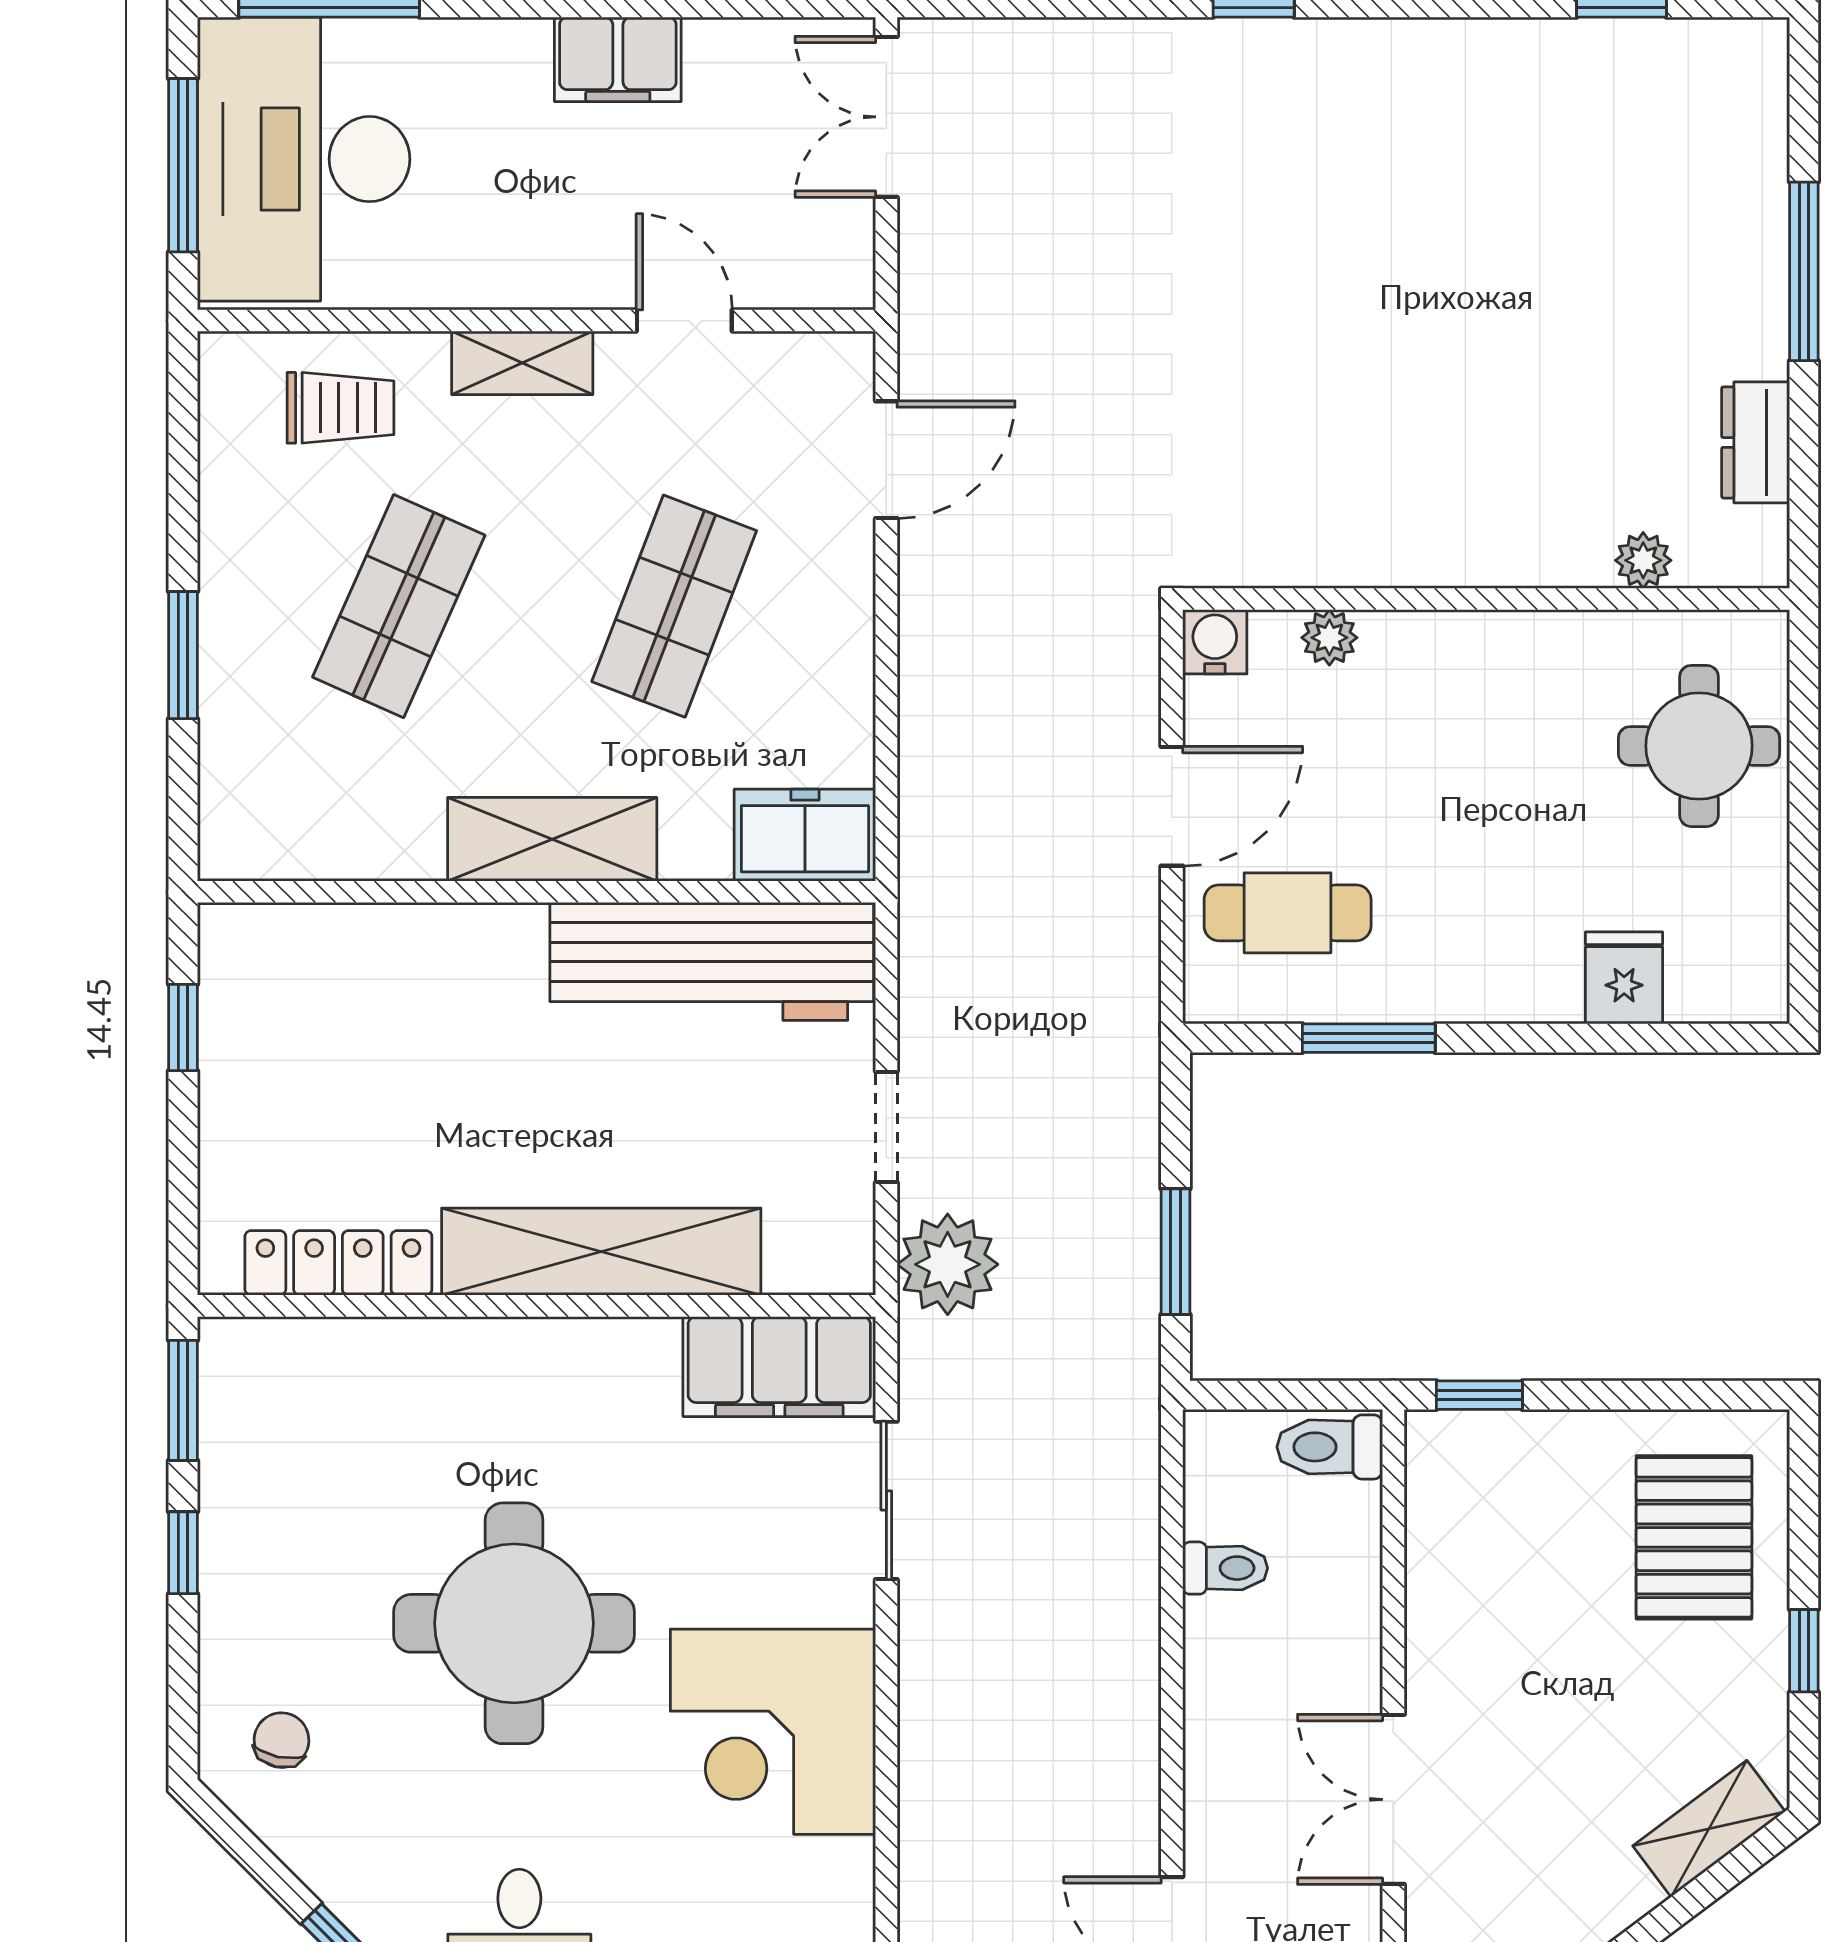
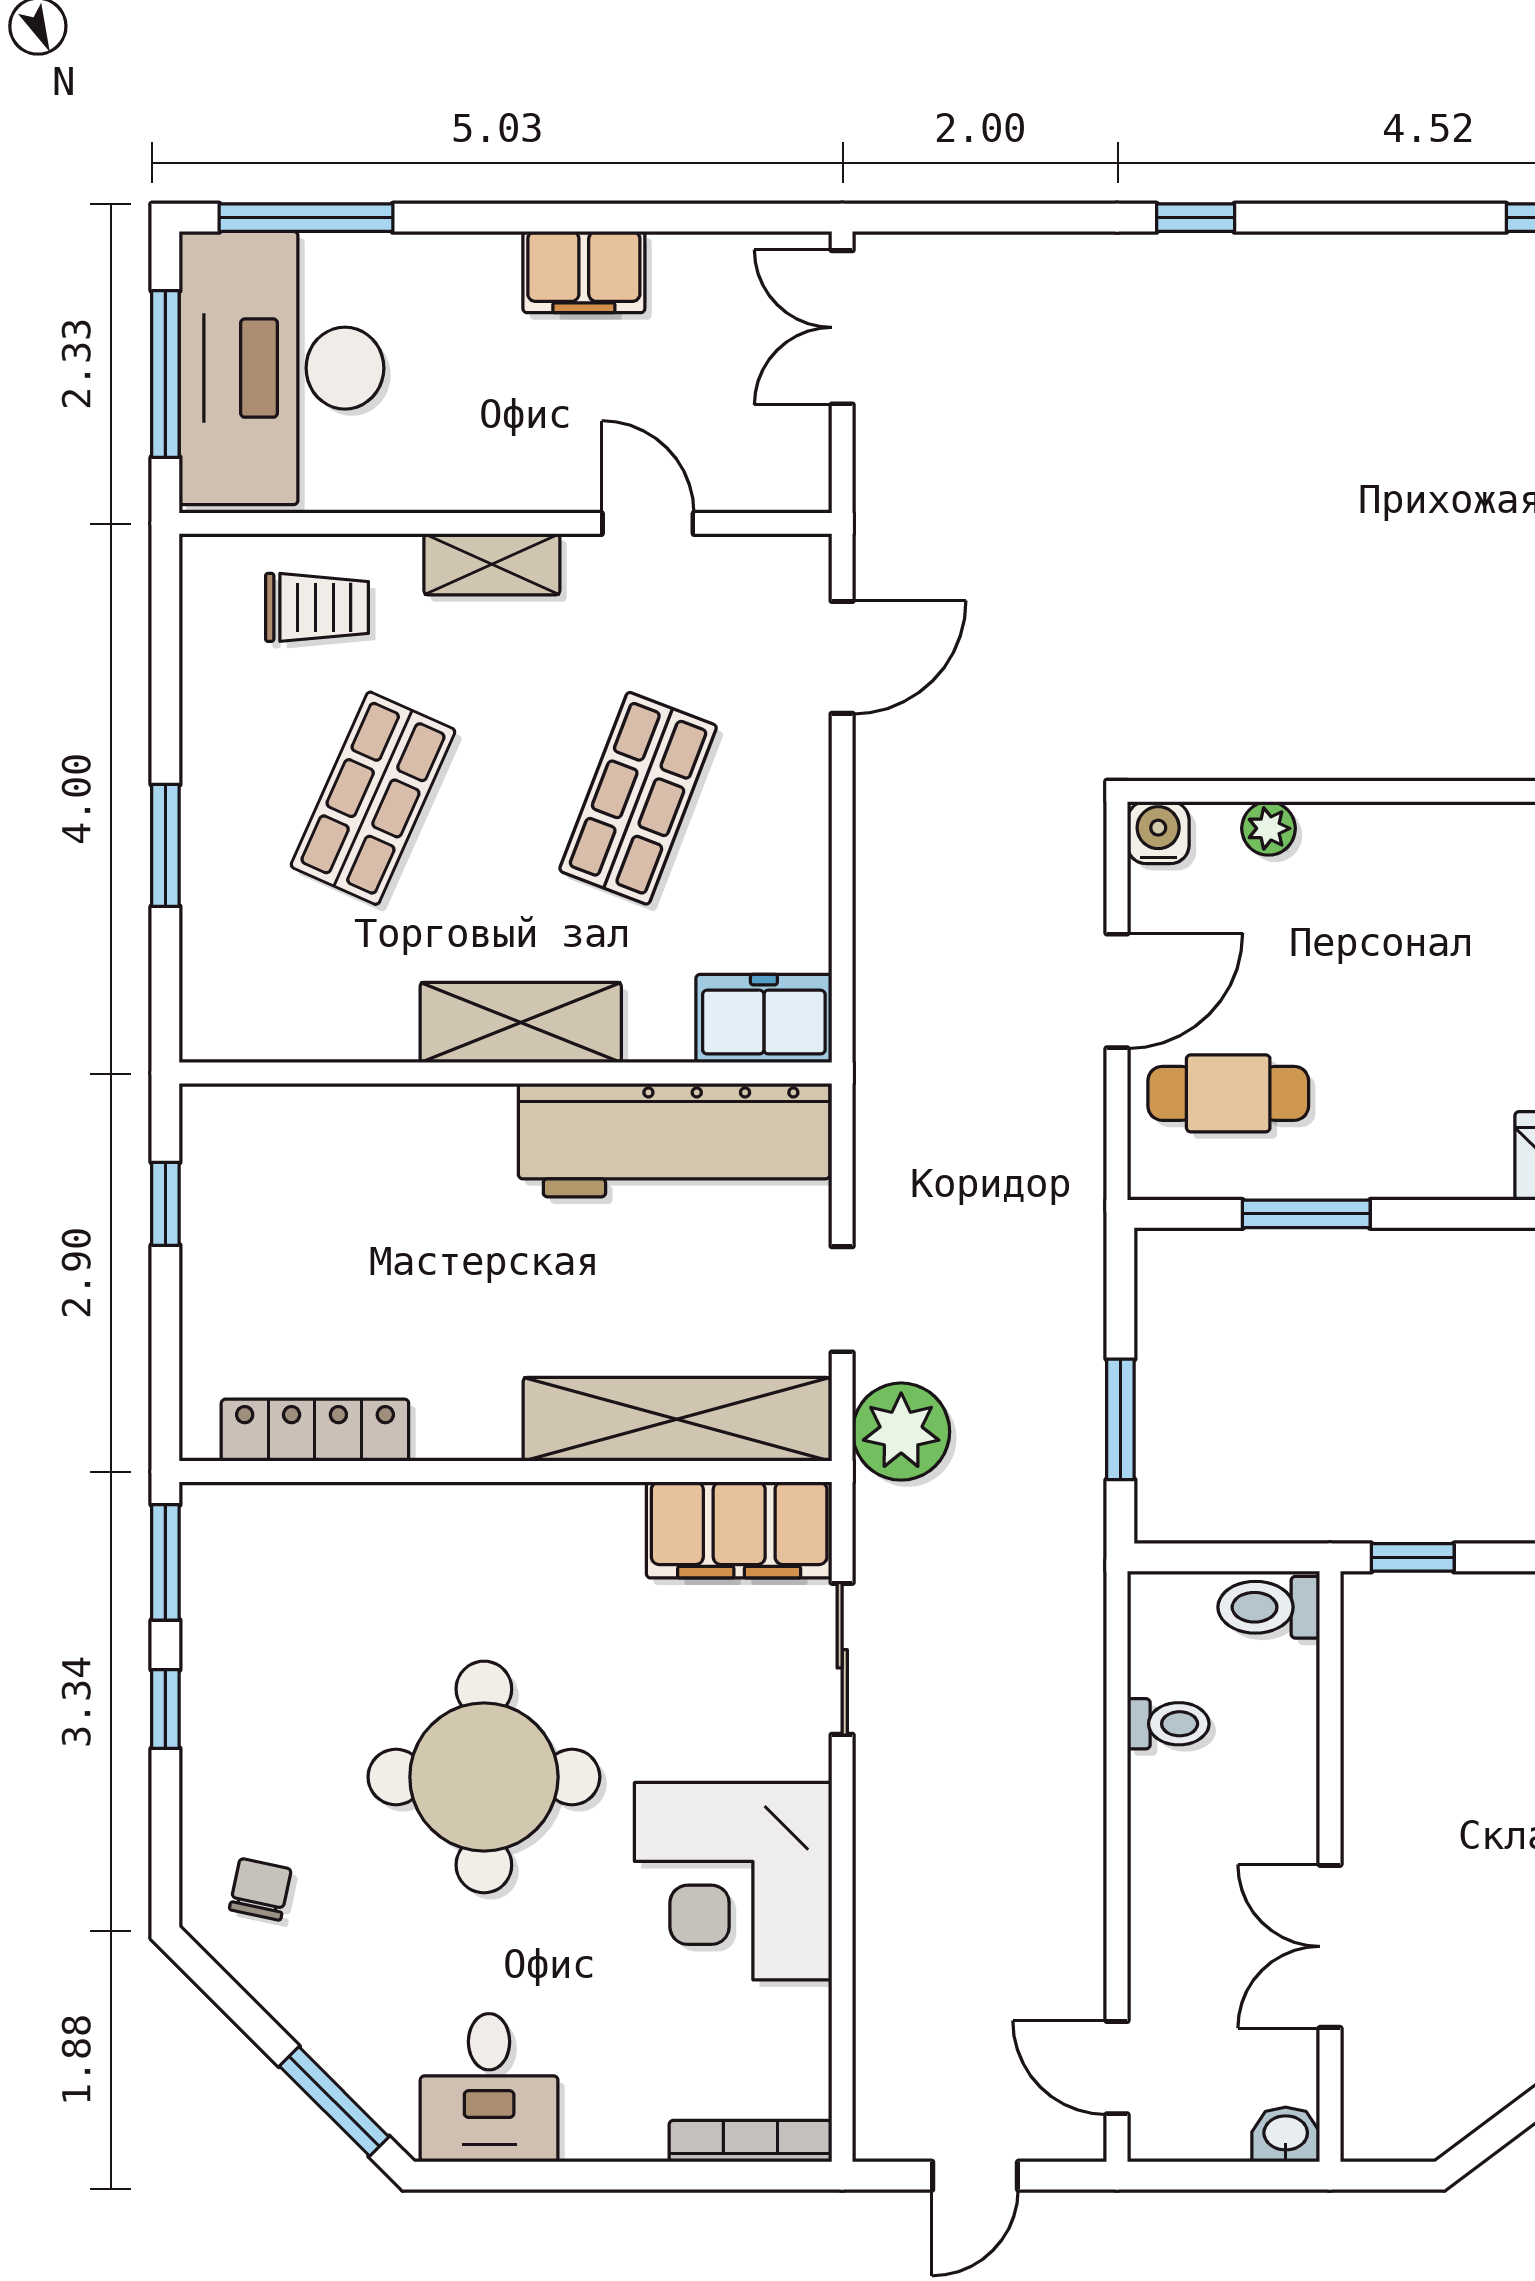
shelving: (601, 1252) -> (677, 1419), moved

